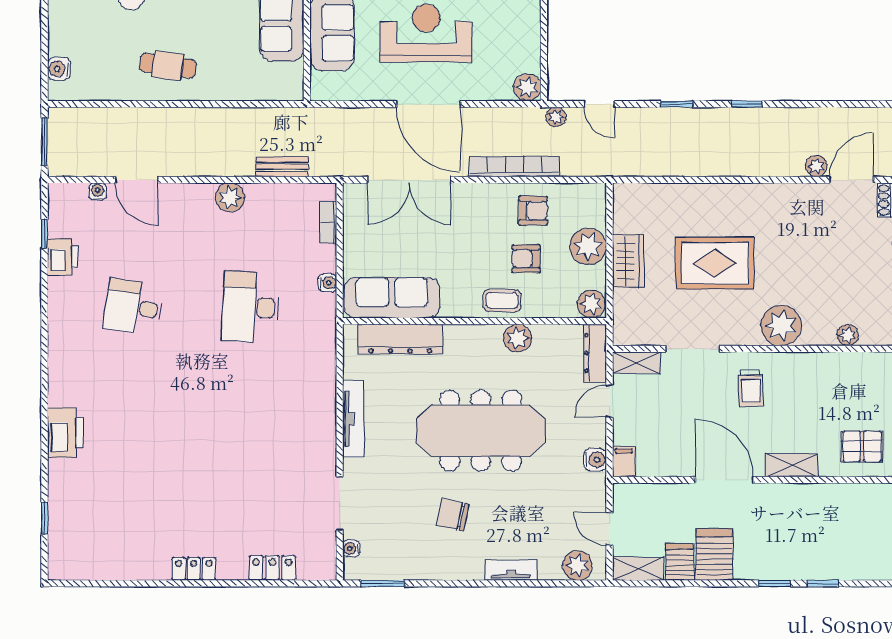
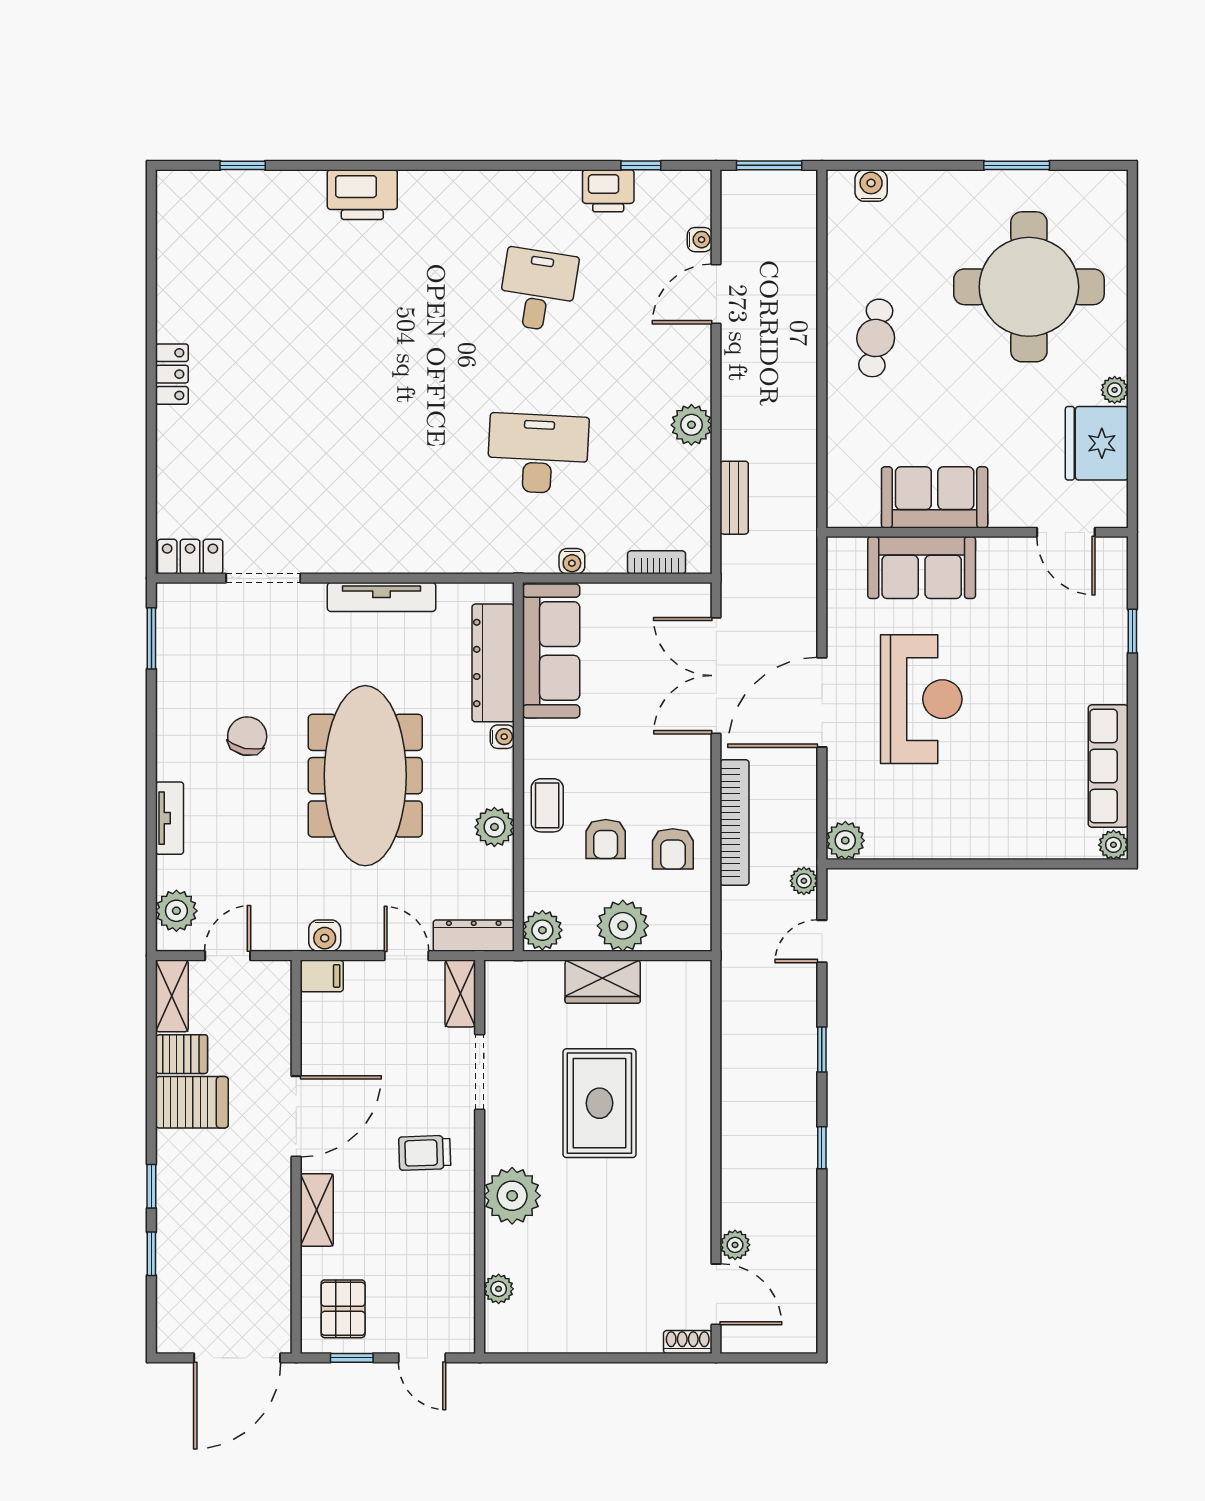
armchair: (526, 259) -> (606, 839), turned 180
water cooler: (351, 548) -> (502, 737), moved, turned 90
locker: (272, 568) -> (190, 557), moved, turned -90

